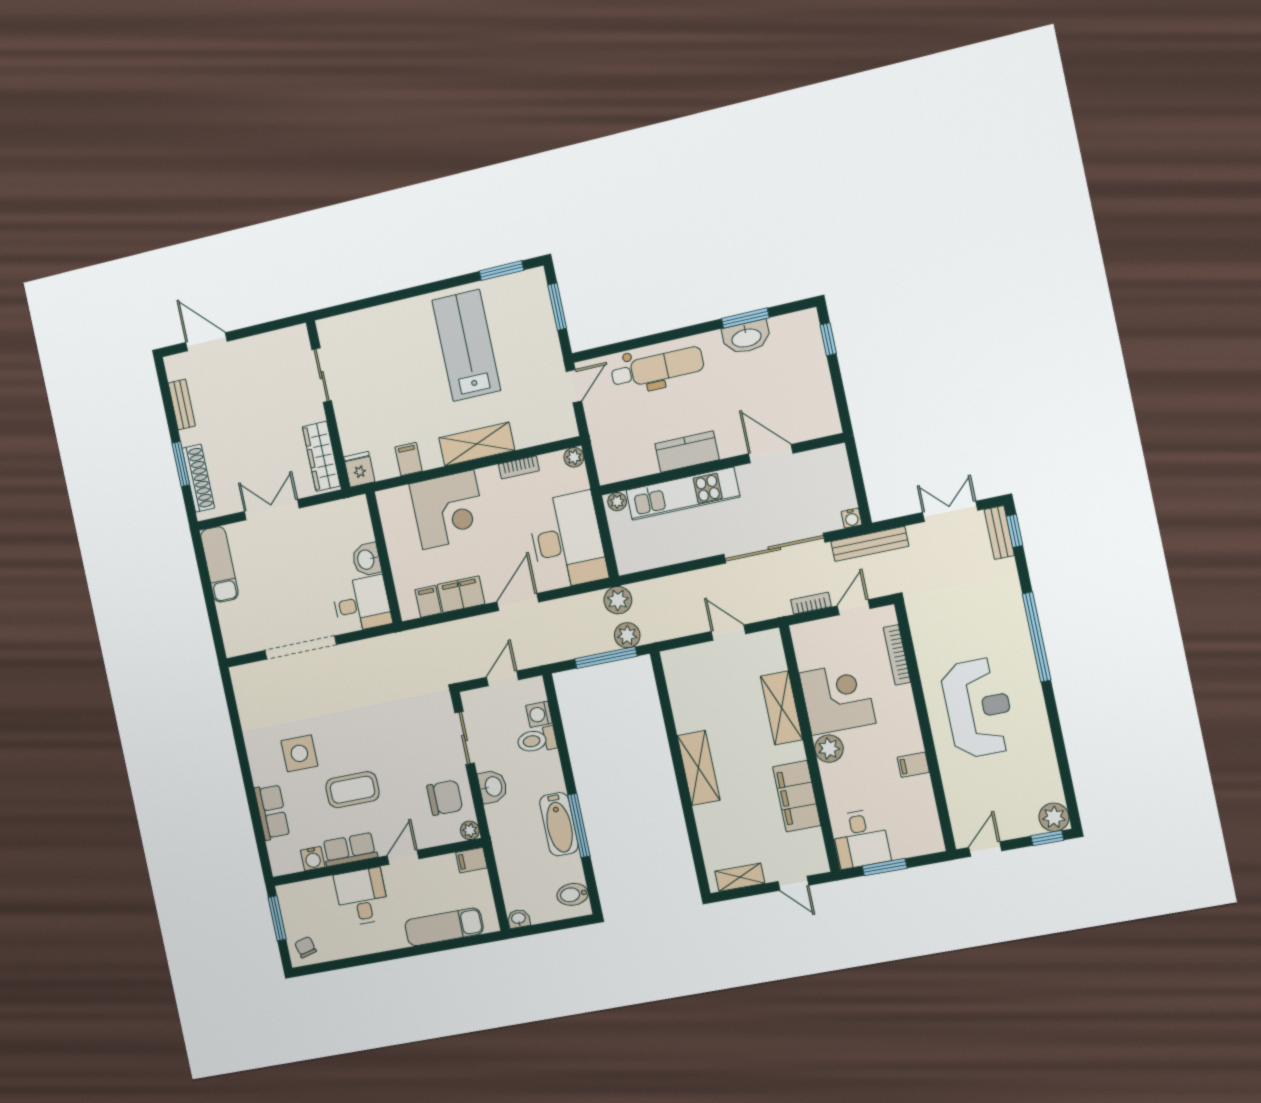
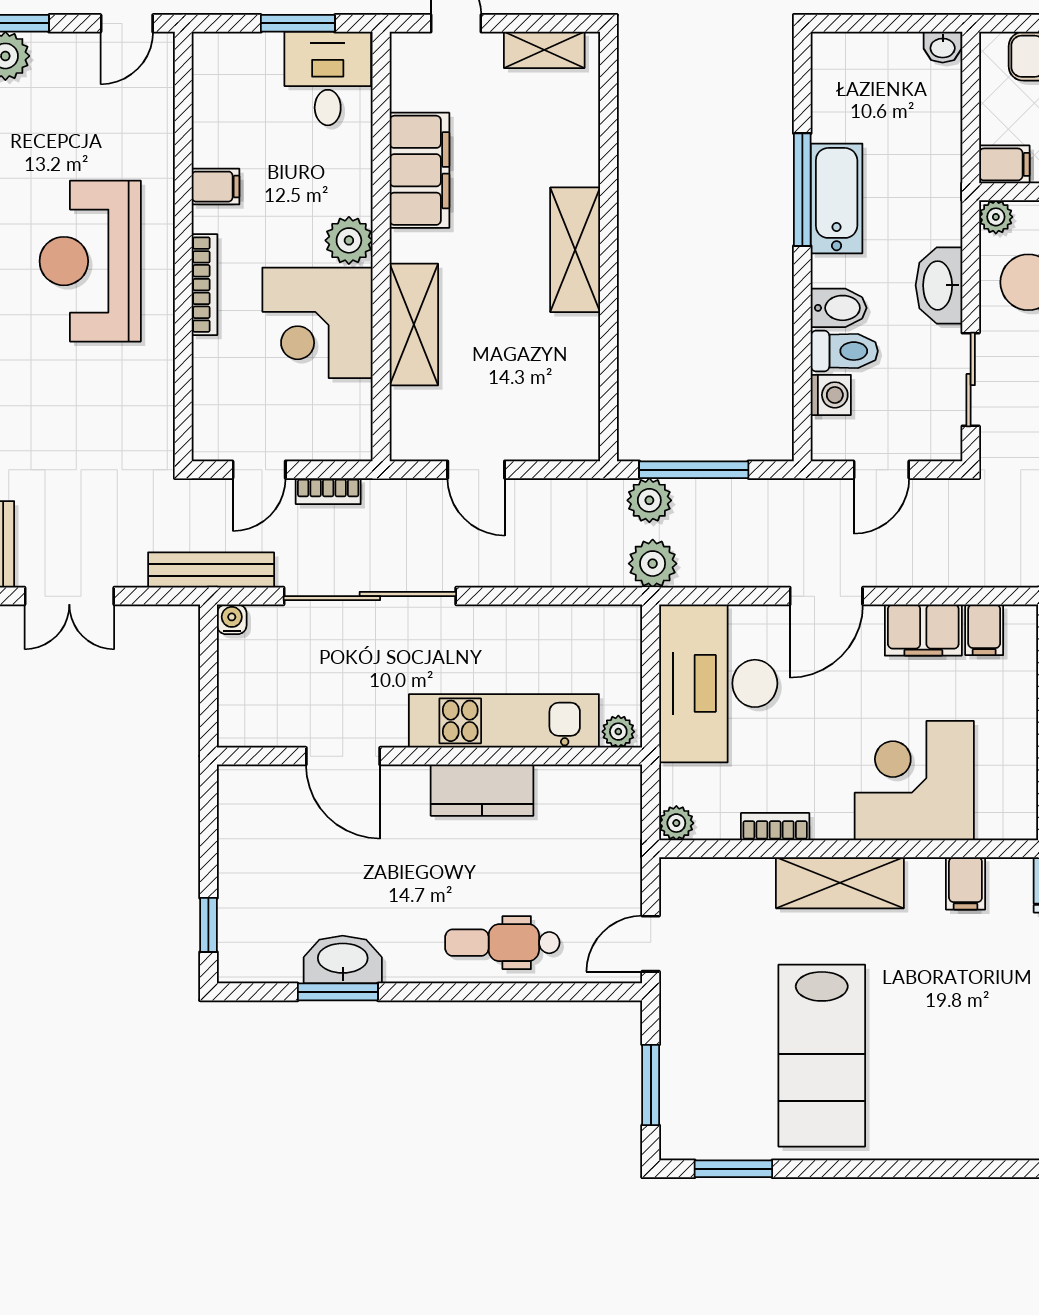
dental chair: (657, 368) -> (502, 943), width x0.73, depth x0.72
bookcase: (897, 655) -> (205, 285), moved
washbasin: (493, 787) -> (939, 285), width x1.38
bidet: (573, 894) -> (839, 308), moved

